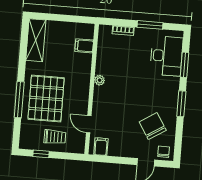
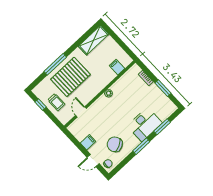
desk: (166, 56) -> (145, 124), moved
chair: (153, 126) -> (115, 144), turned -85
filing cabinet: (101, 147) -> (88, 142), moved

